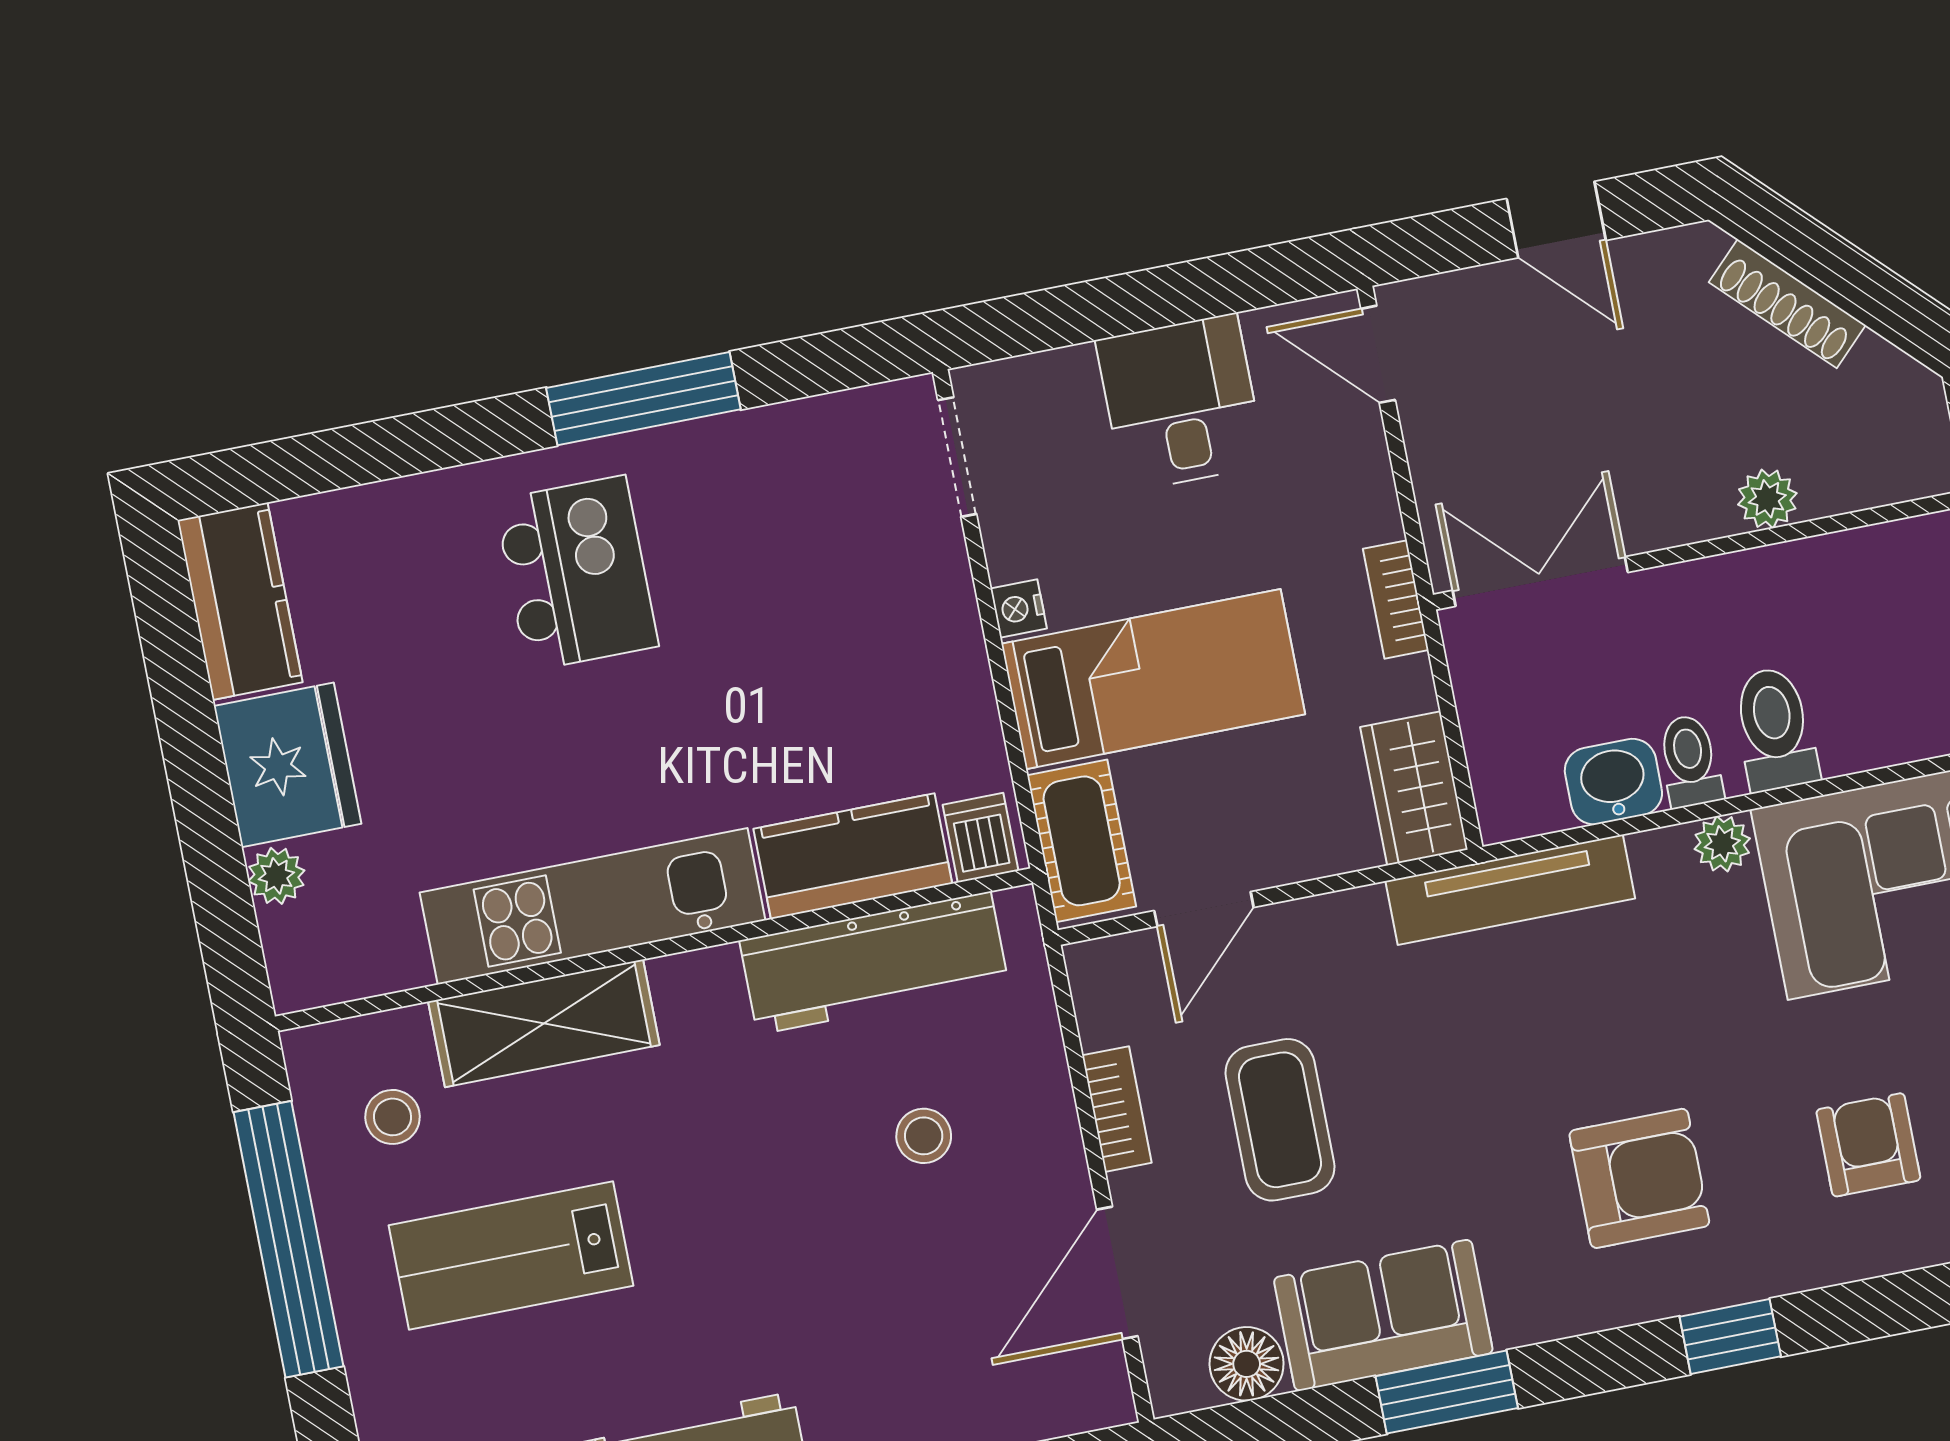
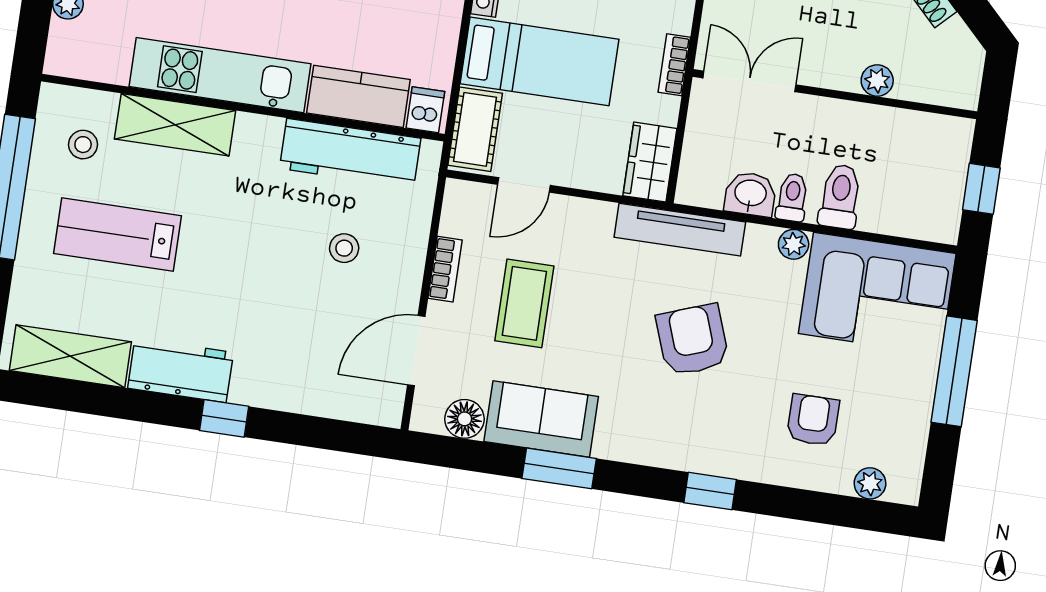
armchair: (1639, 1178) -> (693, 340), moved, turned -110

